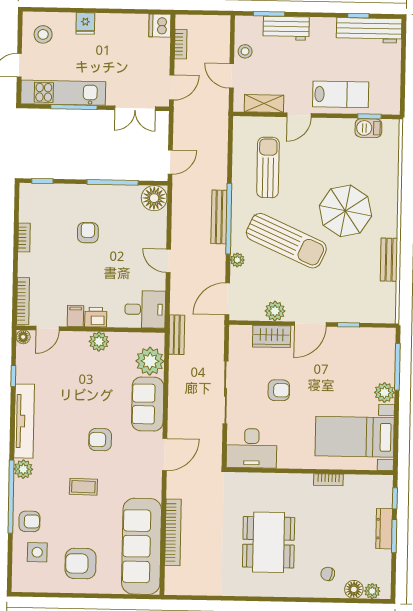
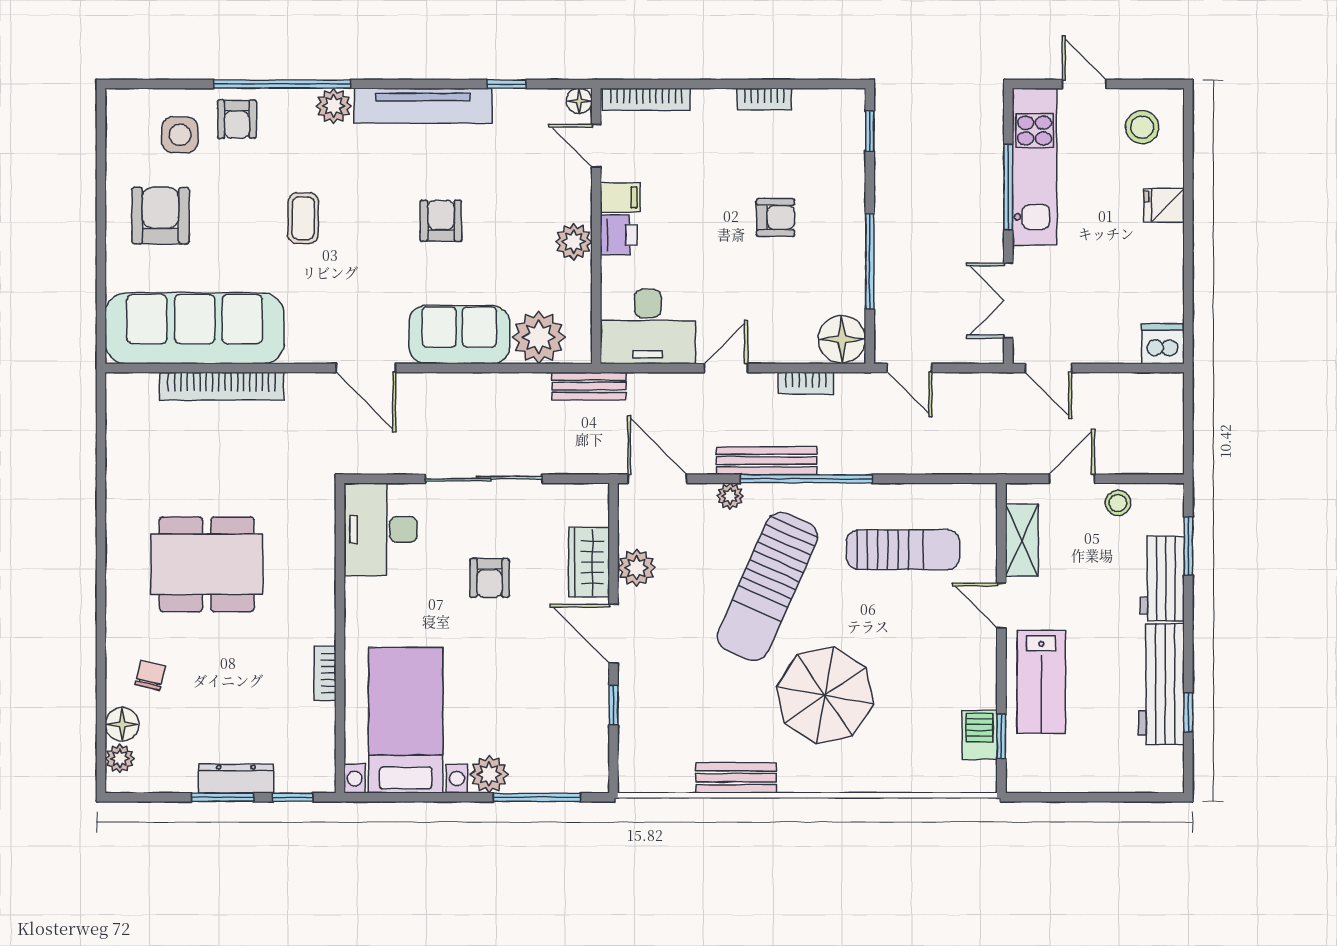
workbench: (369, 30) -> (1161, 684), moved
bookcase: (181, 44) -> (806, 383), moved
bench: (219, 217) -> (767, 461), moved
desk: (145, 309) -> (648, 327), width x1.37
armchair: (100, 440) -> (441, 221), moved

